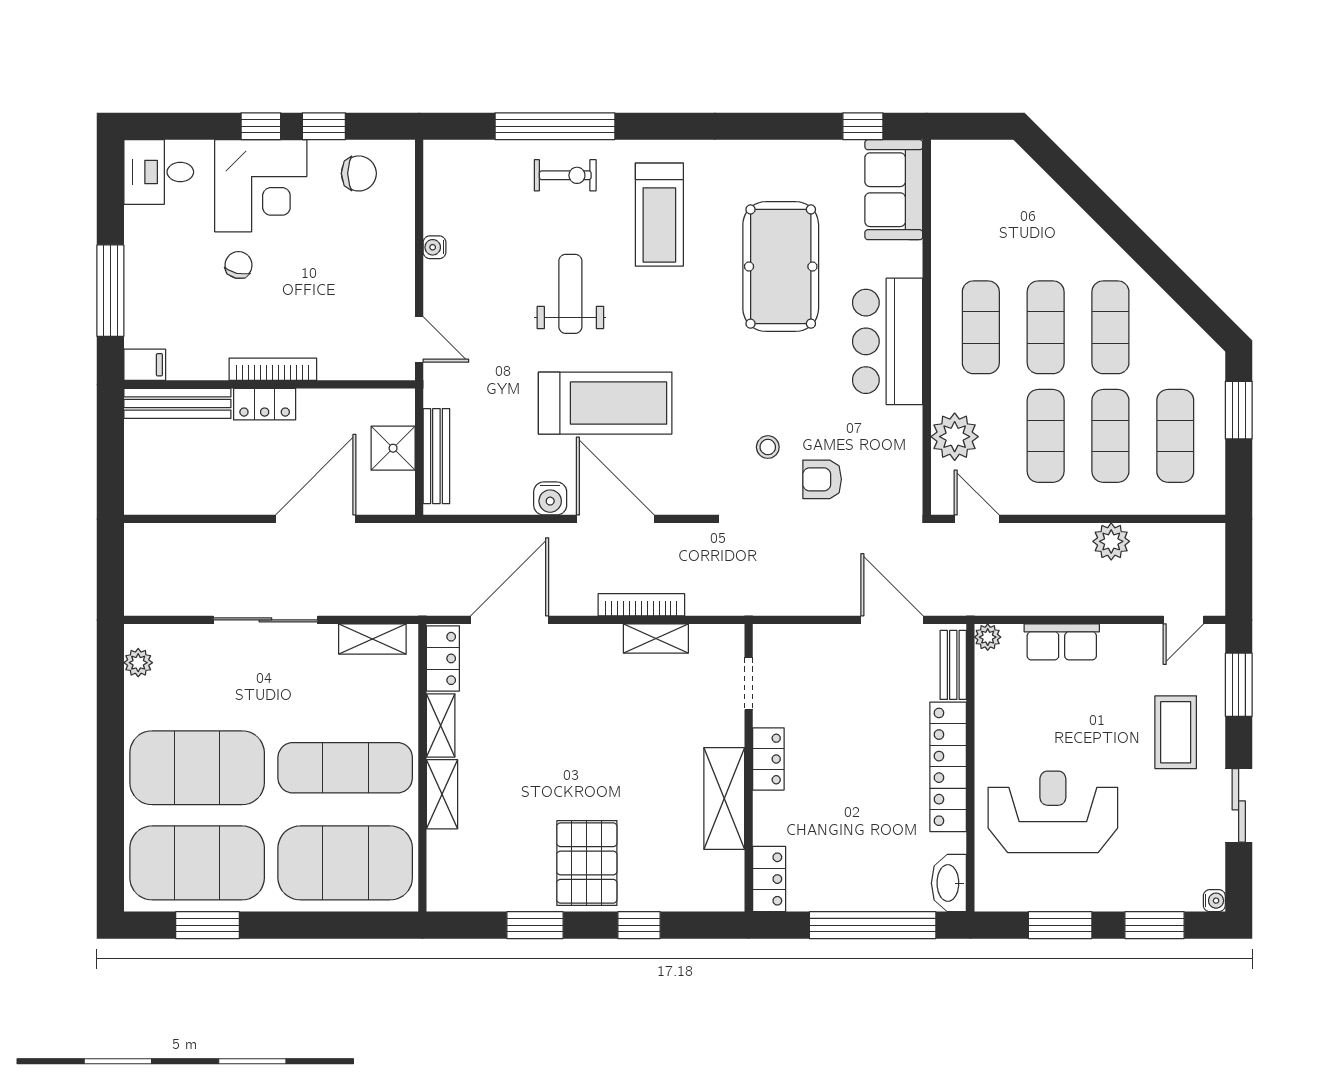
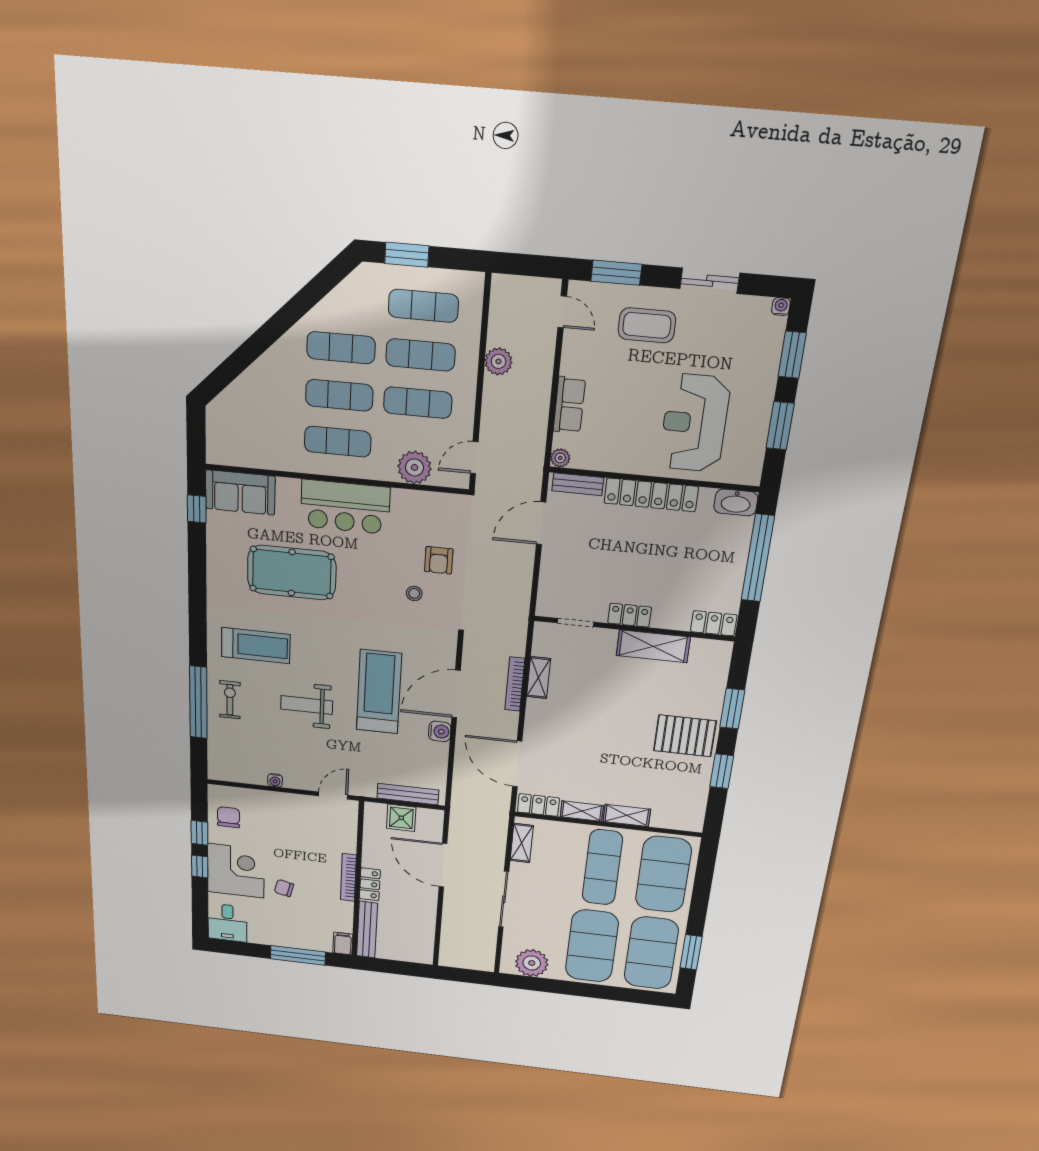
plant: (138, 663) -> (532, 963), width x1.87, depth x1.87
window: (639, 925) -> (732, 709), width x1.50

